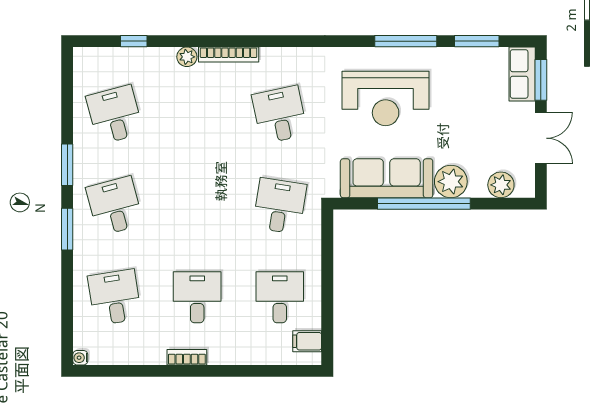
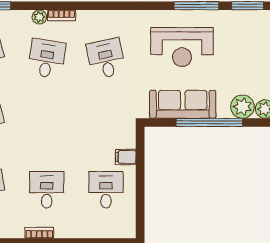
bookcase: (229, 55) -> (62, 15), width x0.64
plant: (451, 182) -> (242, 107), moved
desk: (280, 206) -> (47, 59), moved
filing cabinet: (307, 341) -> (126, 157), moved

